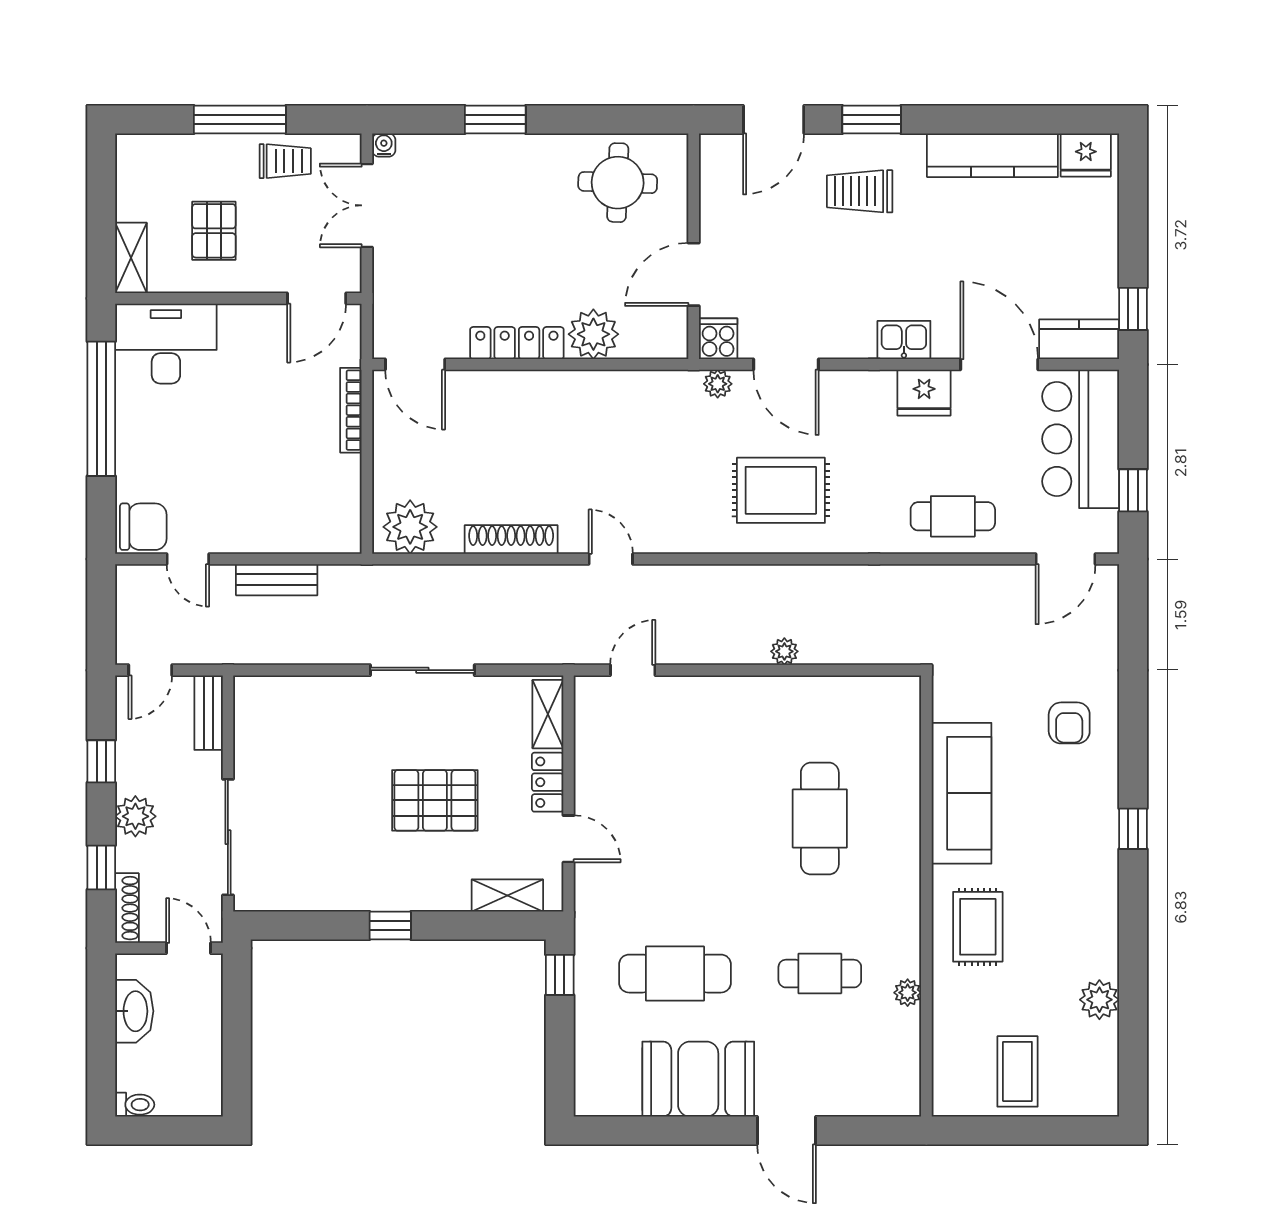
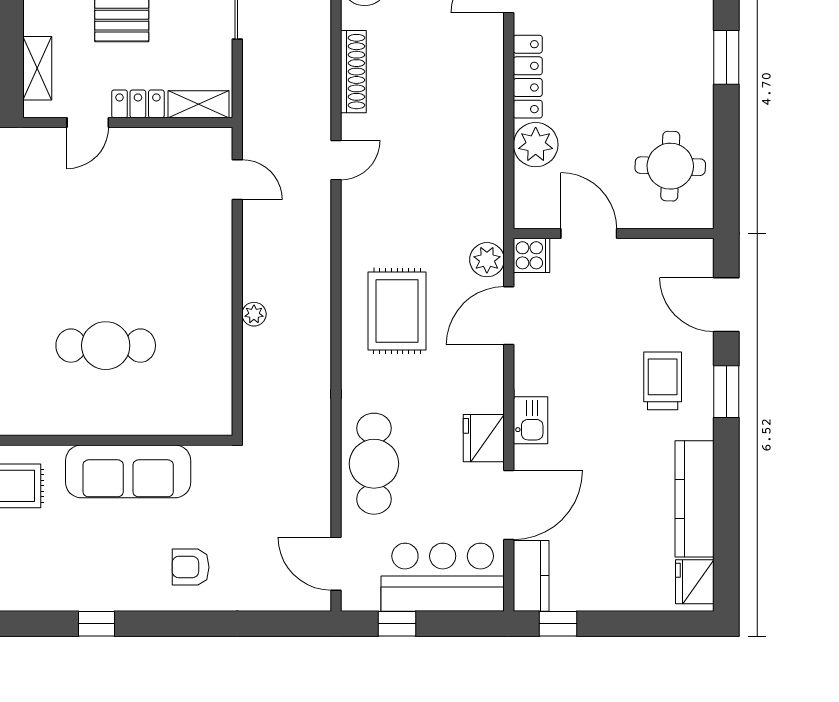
plant: (718, 384) -> (487, 260), width x1.38, depth x1.38
cafe table: (953, 516) -> (374, 464), width x1.37, depth x1.35

